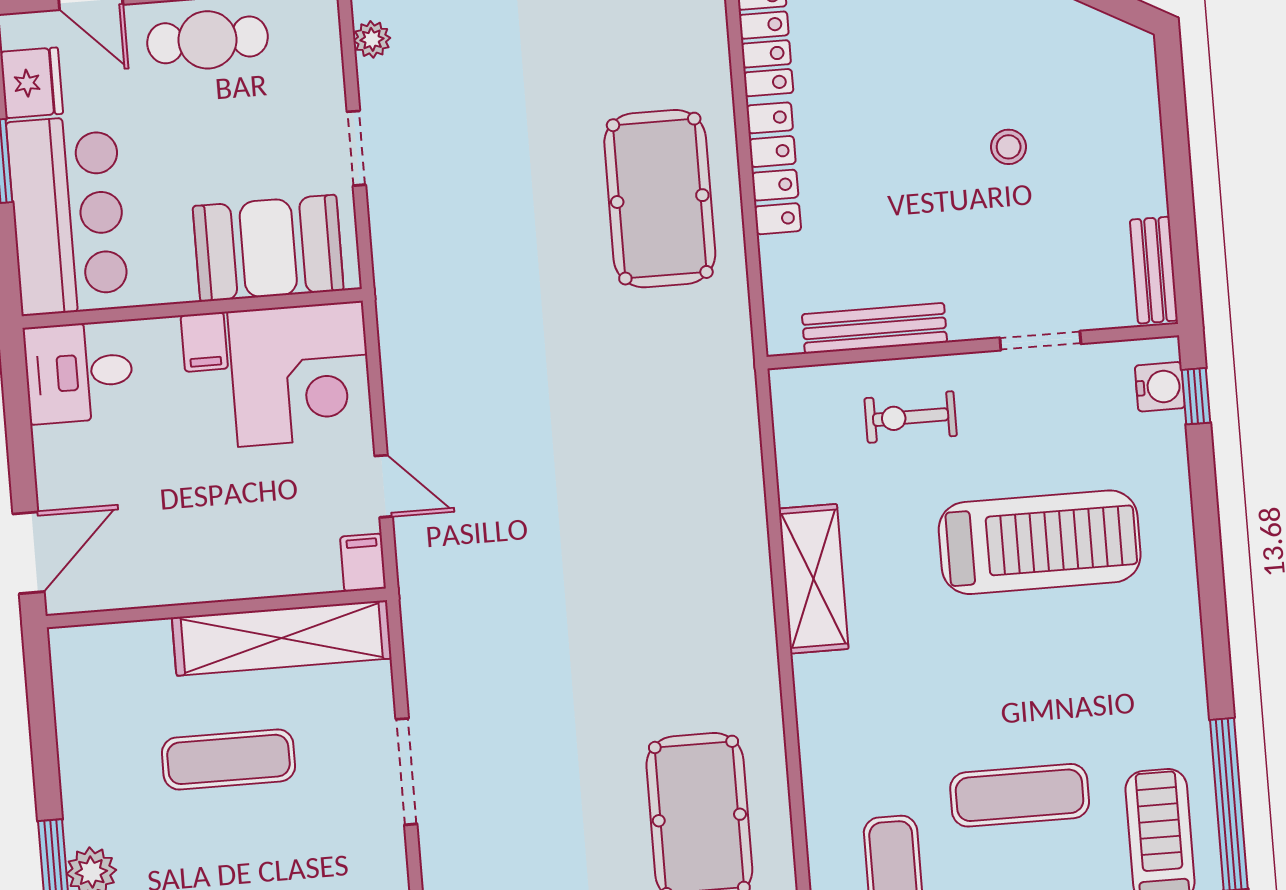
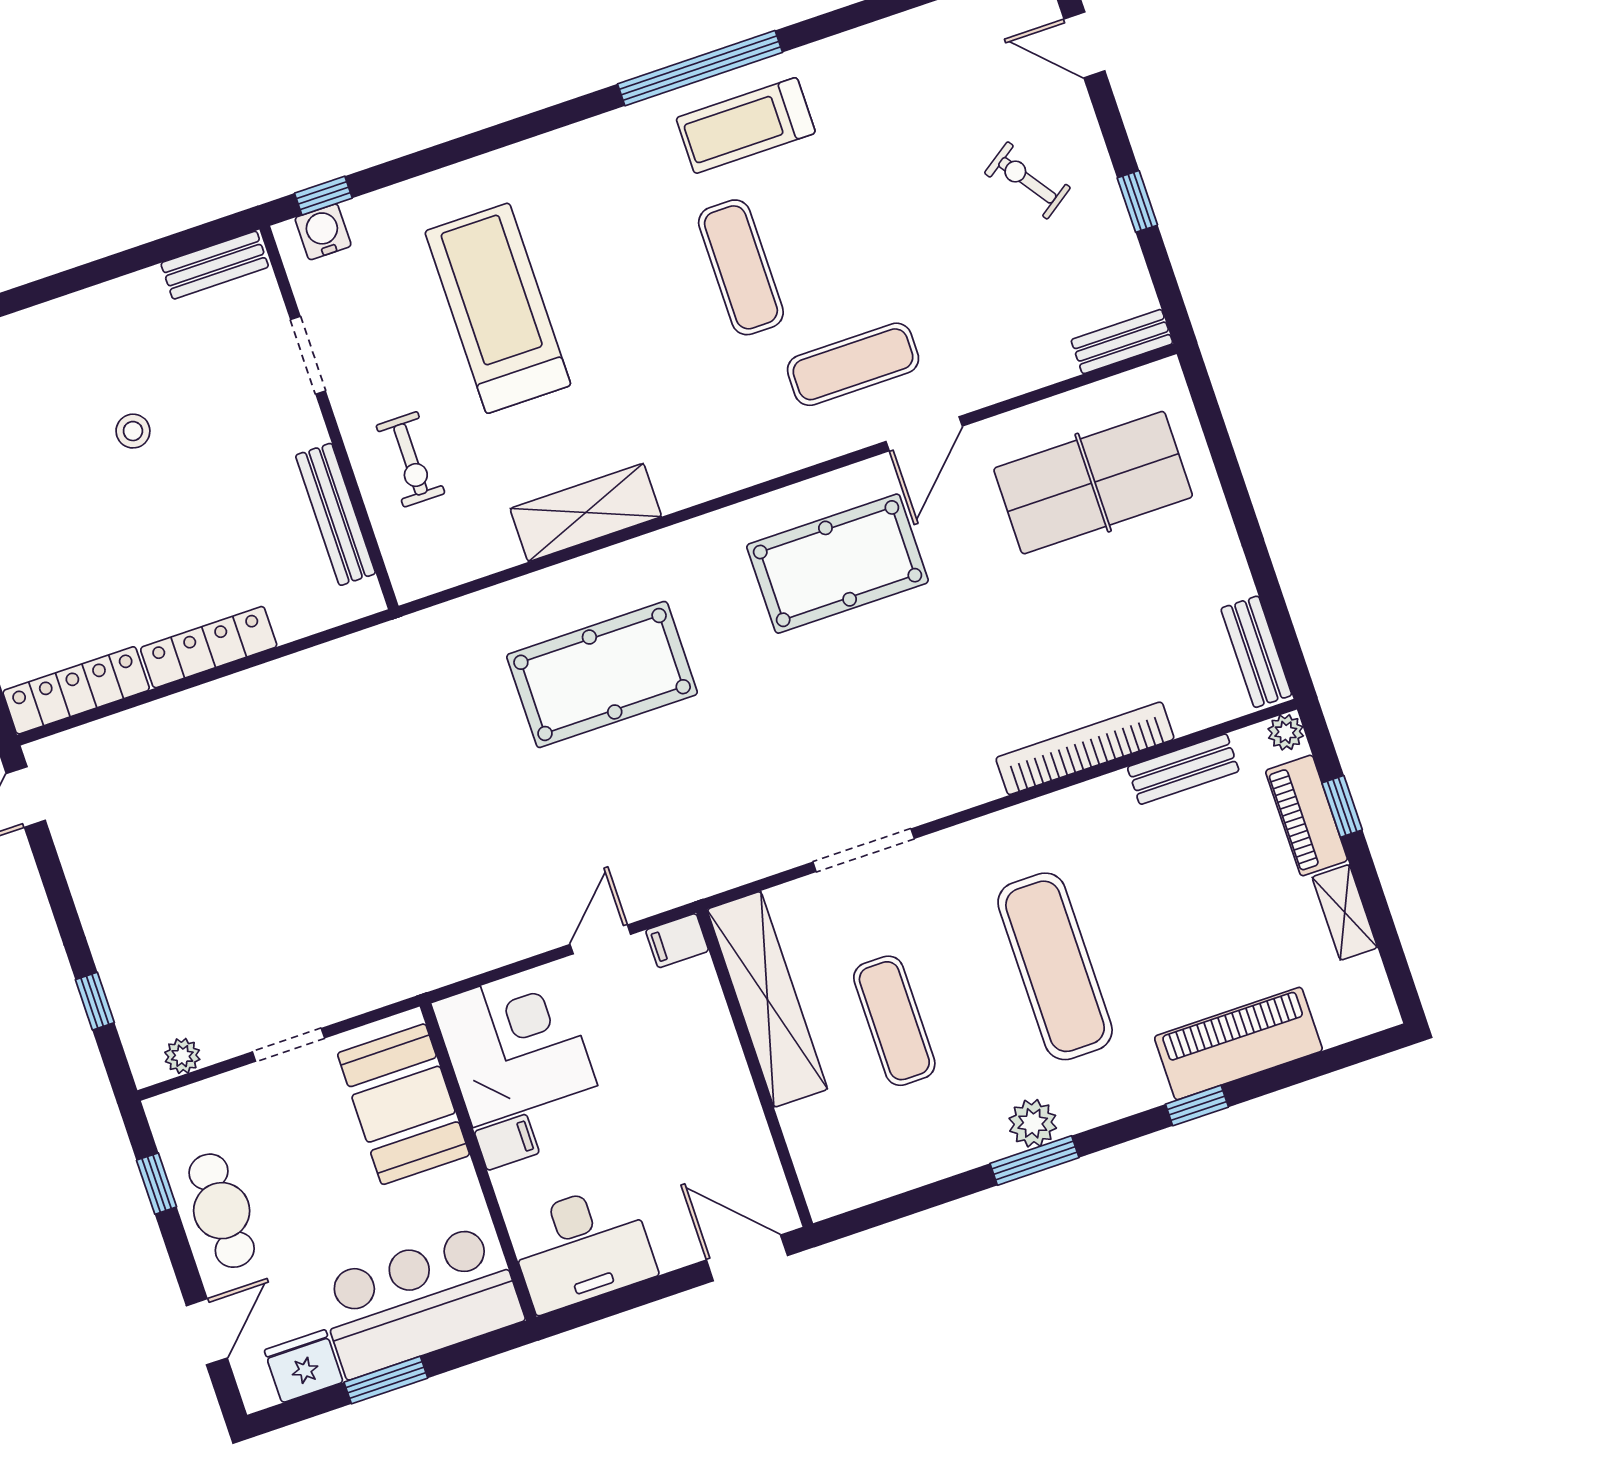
pool table: (660, 199) -> (602, 674), moved
desk: (79, 372) -> (582, 1248), width x1.37

